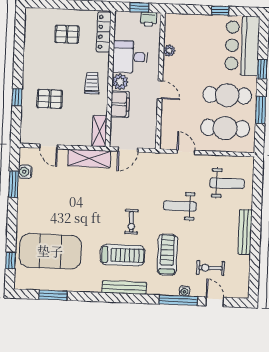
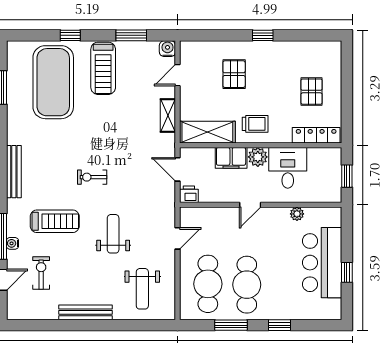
printer: (149, 19) -> (189, 194), moved, turned 90
bar counter: (242, 46) -> (322, 263), moved, turned -90
window: (17, 97) -> (263, 35), moved
shelving: (99, 131) -> (207, 132), width x1.50, depth x1.33
shelving: (89, 158) -> (168, 115), width x0.67, depth x0.75
water cooler: (25, 172) -> (167, 49), moved
treadmill: (123, 255) -> (103, 68), moved
window: (10, 260) -> (70, 35), moved

